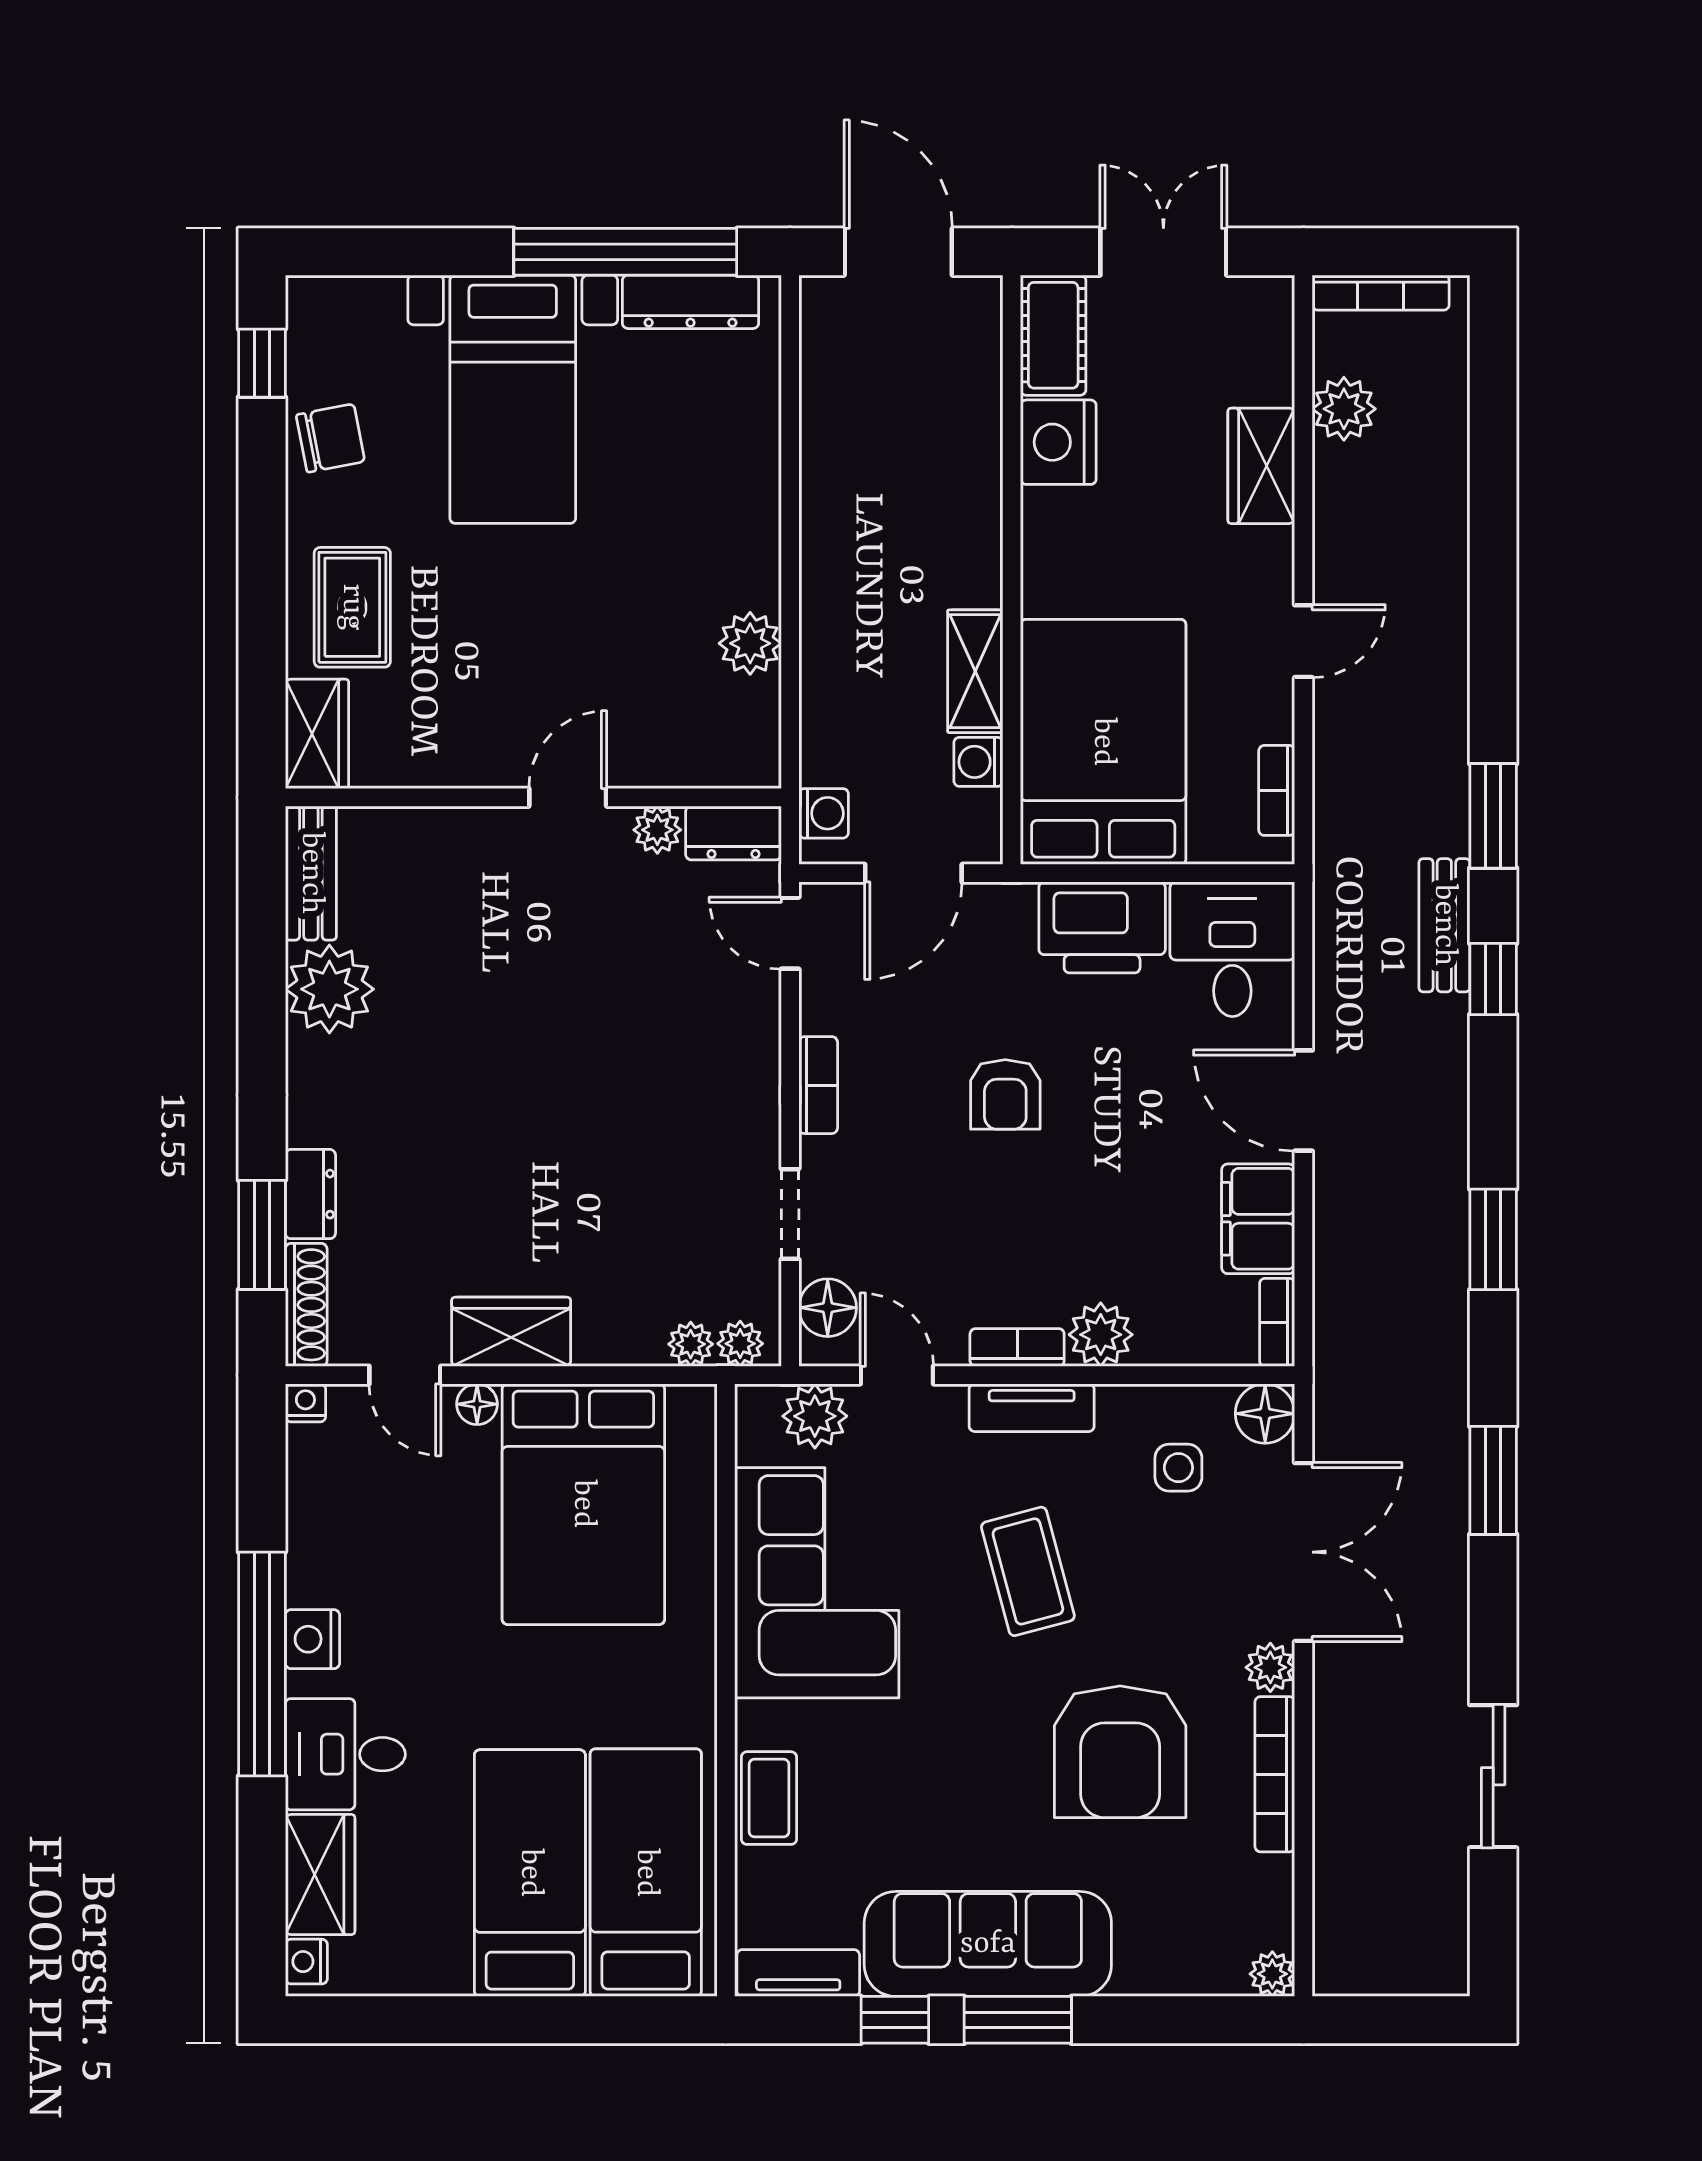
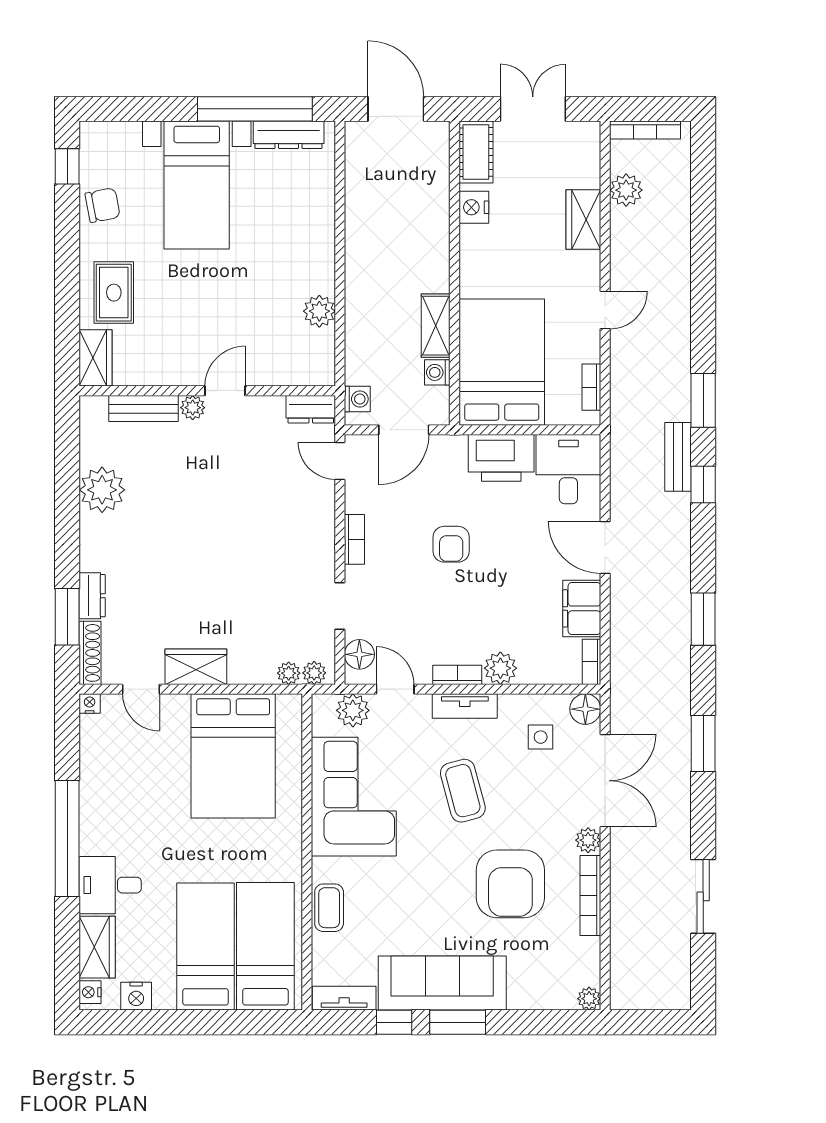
nightstand: (1058, 442) -> (474, 207), width x0.74, depth x0.75
plant: (657, 830) -> (193, 408), moved
bench: (311, 873) -> (143, 409), moved, turned 90
floor lamp: (477, 1404) -> (178, 704), removed
nightstand: (312, 1639) -> (136, 996), moved, turned -90

